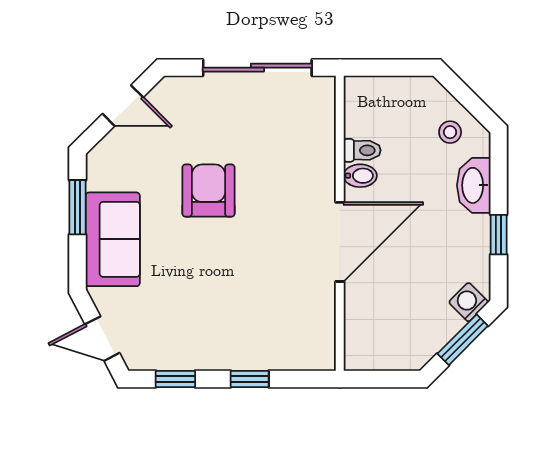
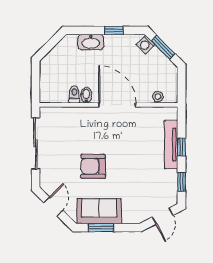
stool: (450, 132) -> (158, 97), moved
sofa: (113, 239) -> (99, 211), moved
tv unit: (255, 357) -> (171, 145), added

